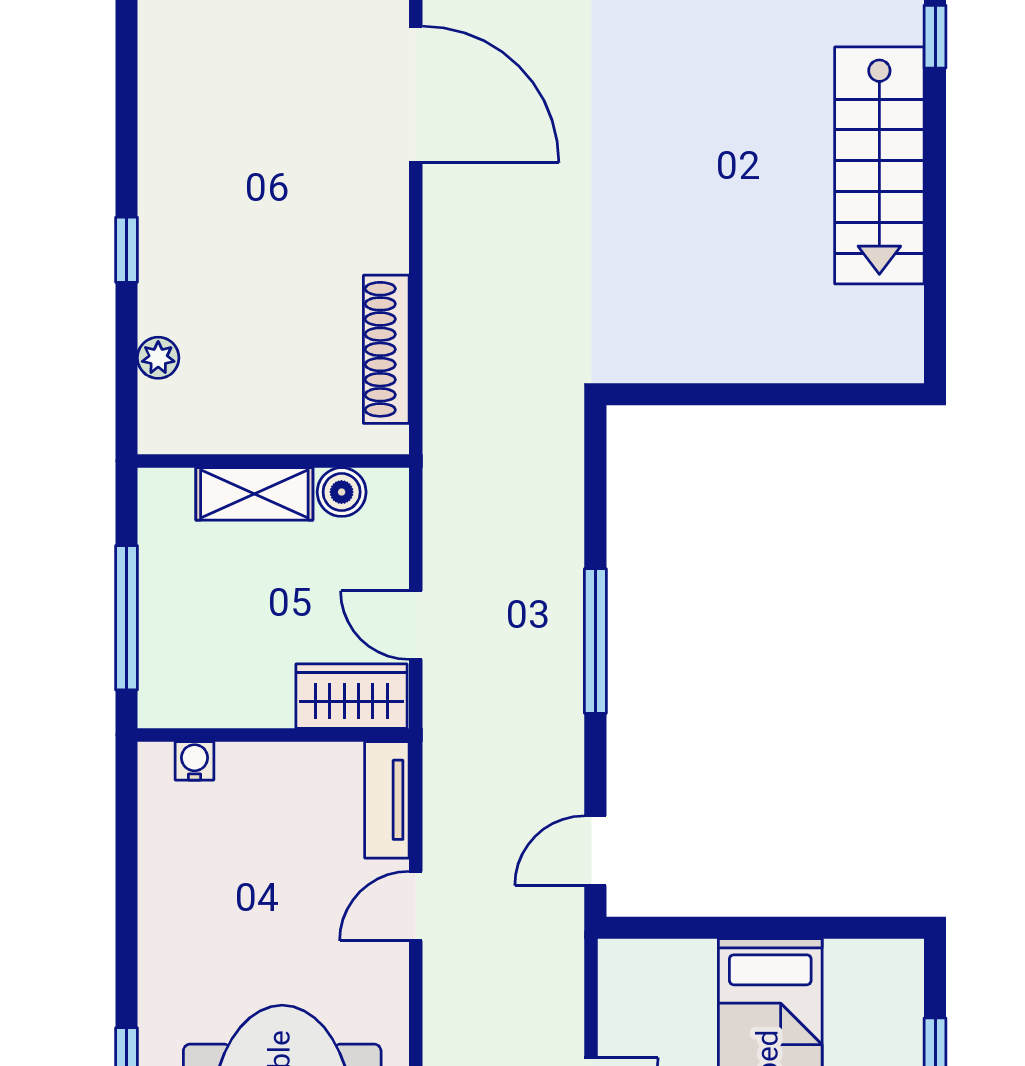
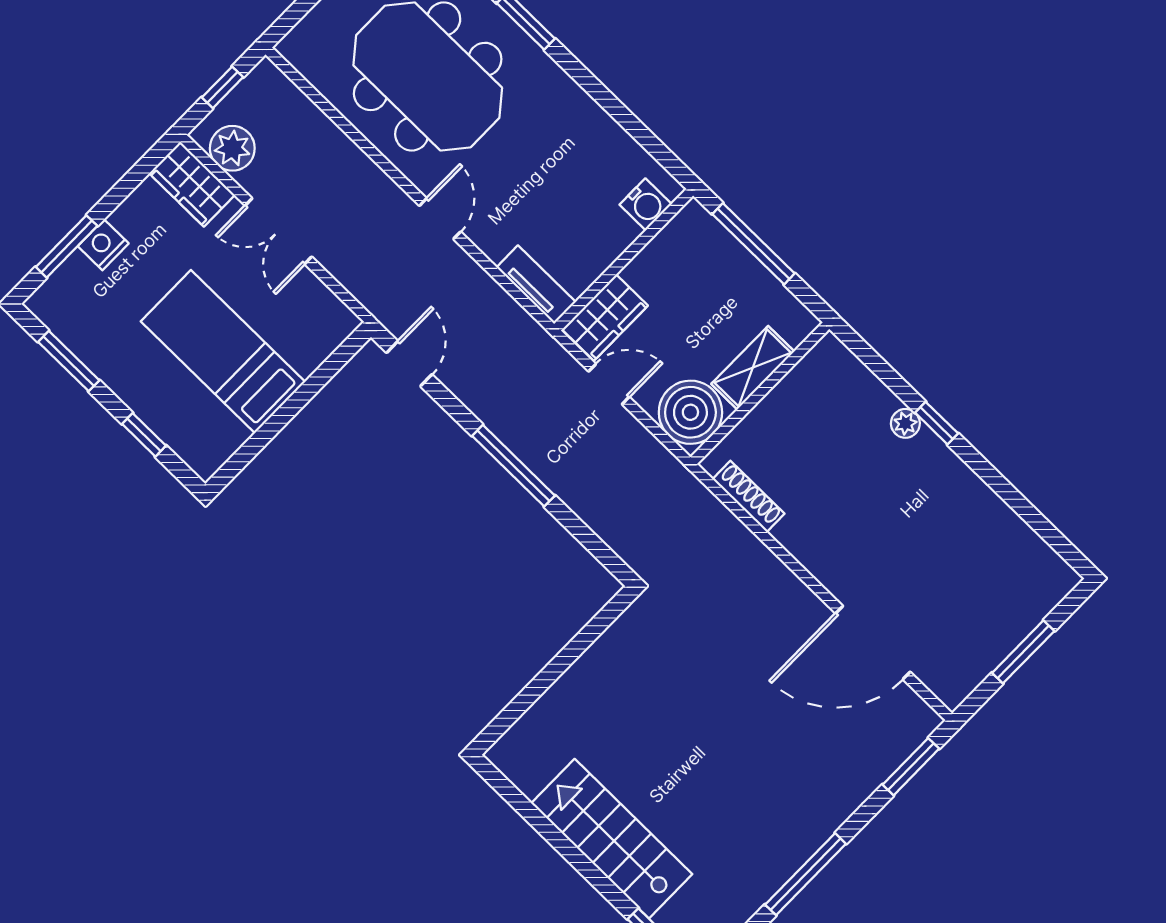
shoe rack: (386, 349) -> (749, 496), width x0.74, depth x0.81
plant: (158, 358) -> (905, 423), moved
boiler: (342, 492) -> (690, 412), width x1.86, depth x1.86
water cooler: (194, 761) -> (646, 204), width x1.38, depth x1.38
door: (416, 906) -> (440, 219), moved

